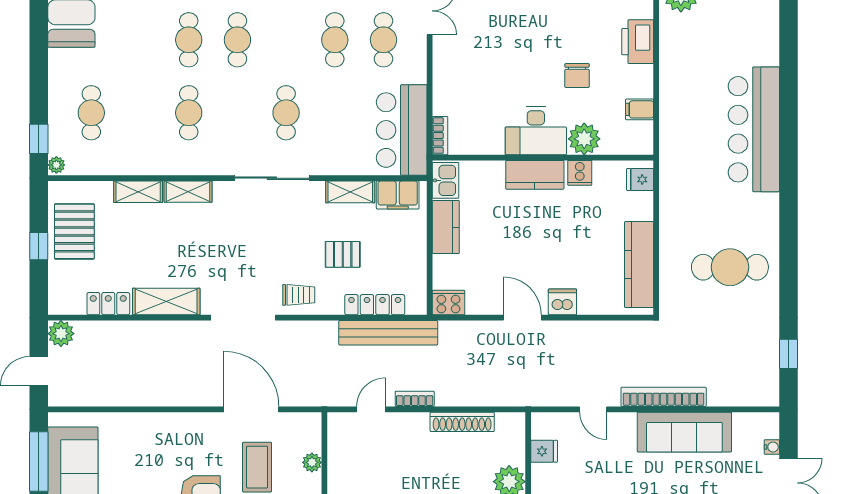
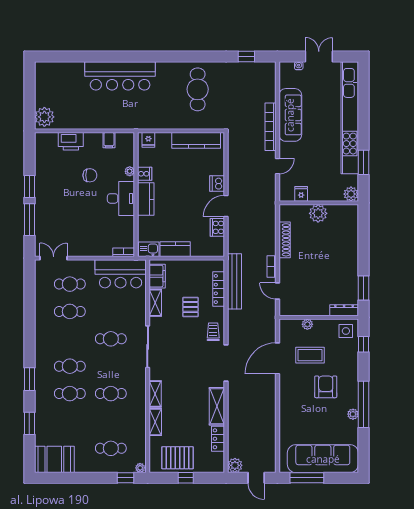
plant: (584, 139) -> (130, 171), width x0.53, depth x0.53
cooker: (448, 303) -> (217, 227), moved

